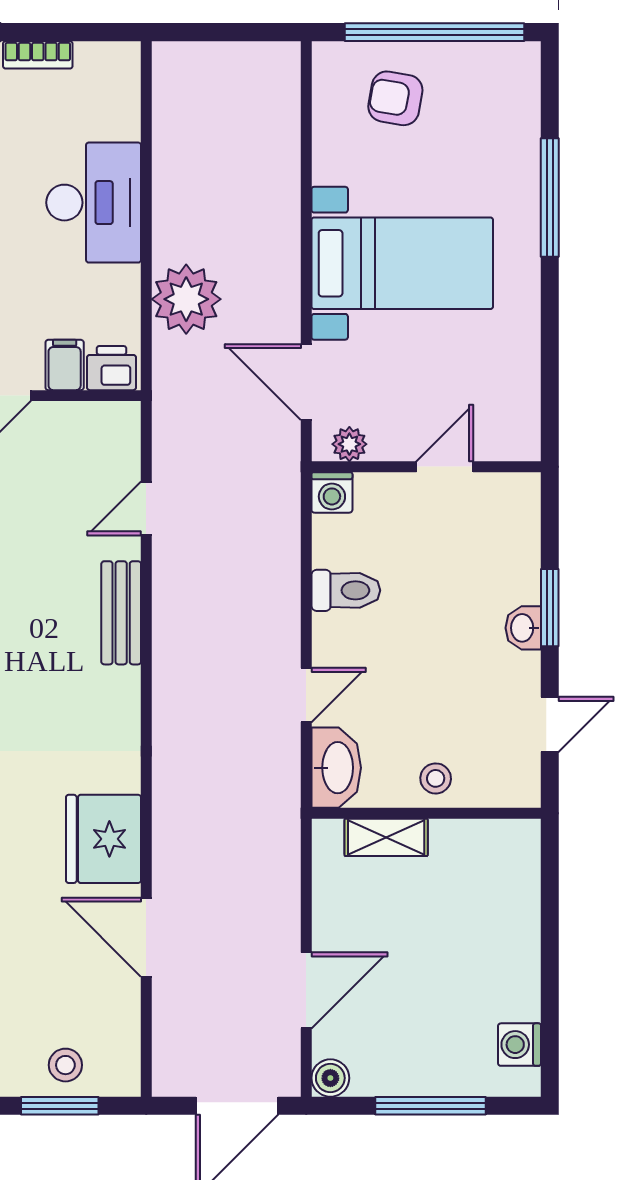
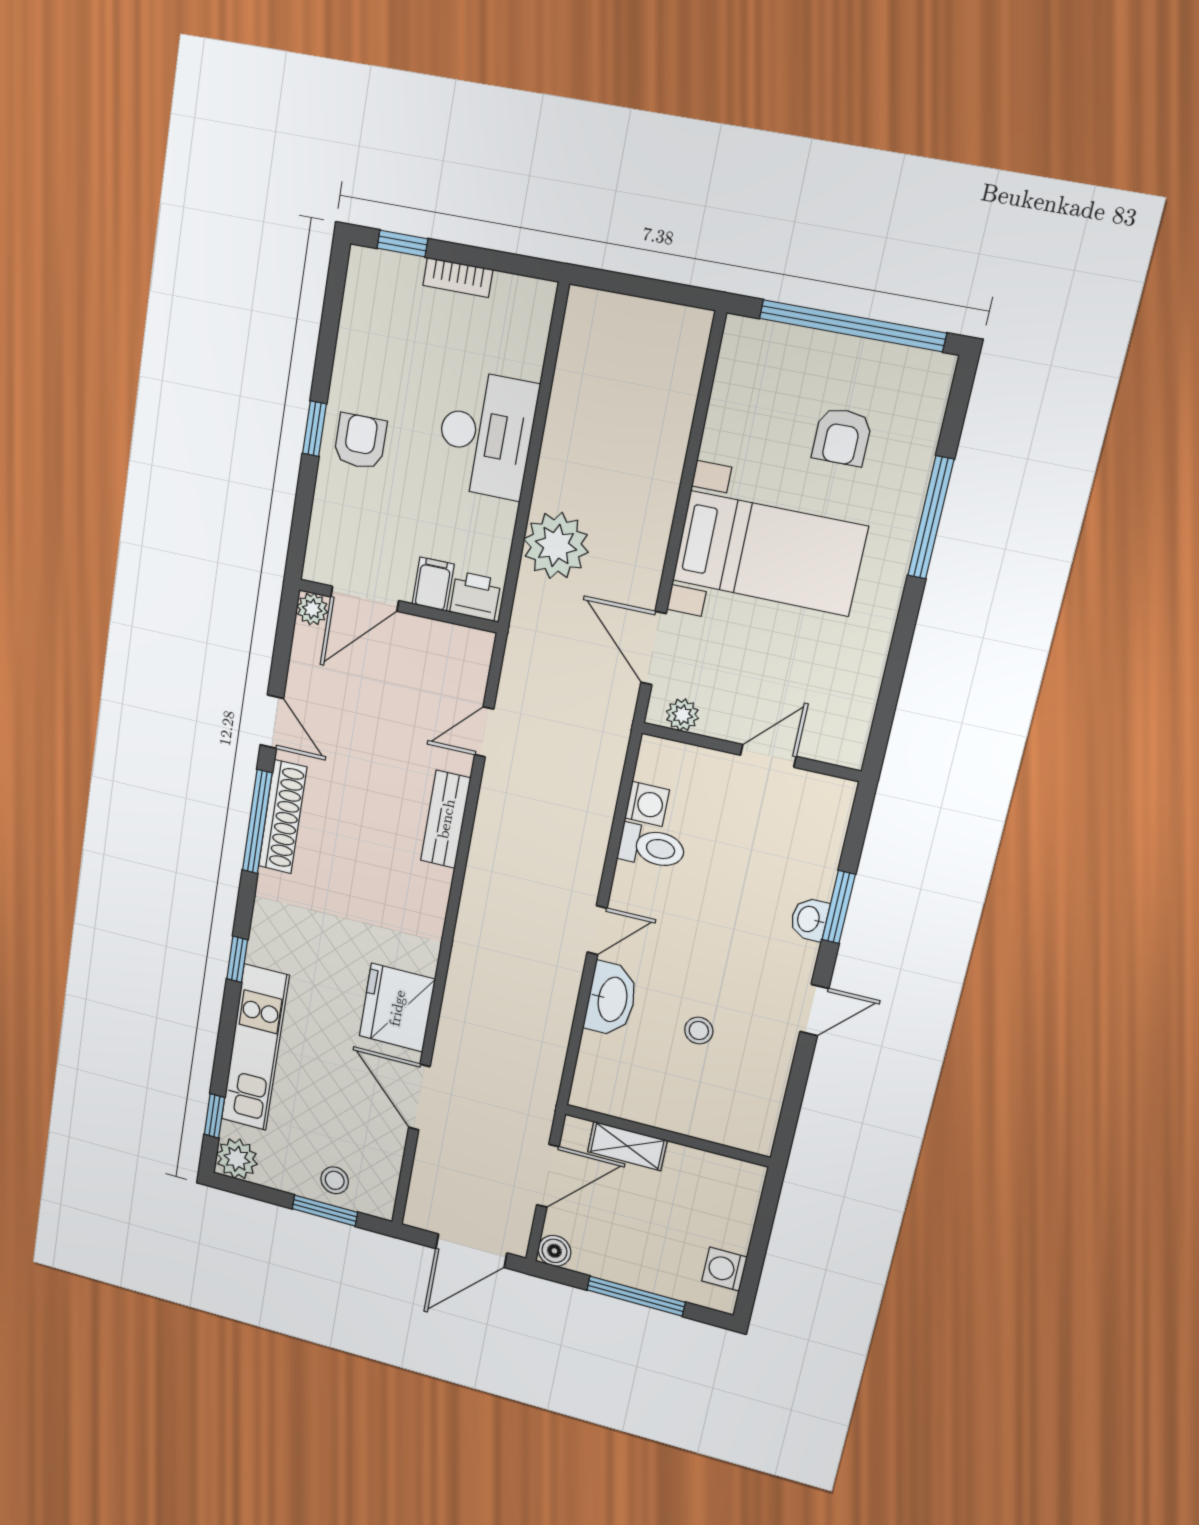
armchair: (395, 98) -> (842, 437), moved, turned -100
washing machine: (332, 492) -> (647, 804), moved, turned -90
wall: (426, 813) -> (667, 1136), moved
shelving: (386, 837) -> (627, 1146), moved

